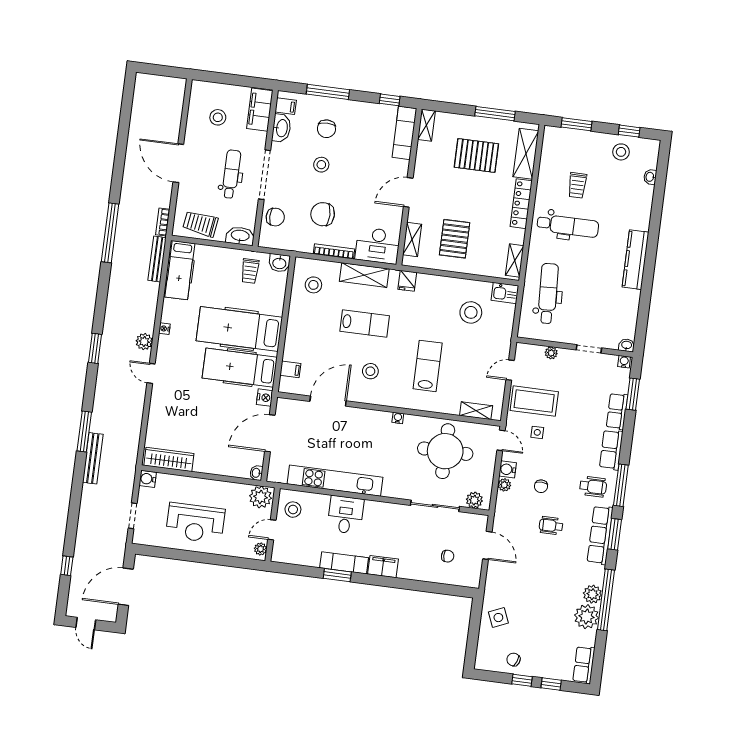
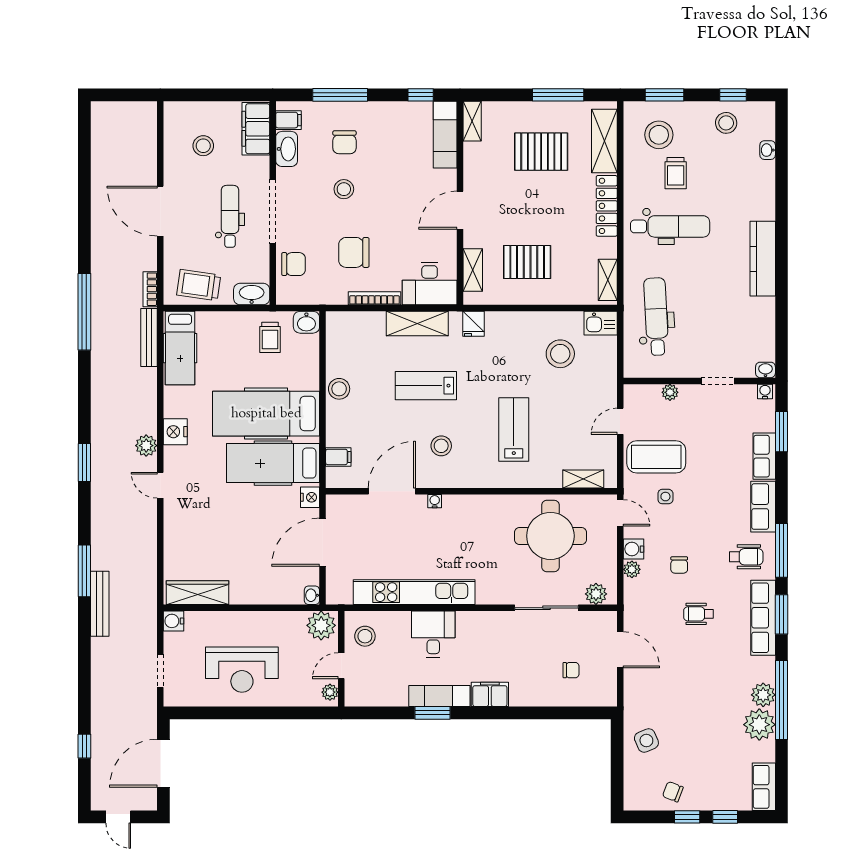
stool: (568, 154) -> (659, 135), added
pallet: (455, 239) -> (527, 262), turned 90
stool: (313, 285) -> (339, 389), moved
lab bench: (365, 323) -> (426, 386), turned 180
nightstand: (164, 329) -> (175, 432), width x1.89, depth x1.79
water cooler: (398, 418) -> (435, 501), moved

